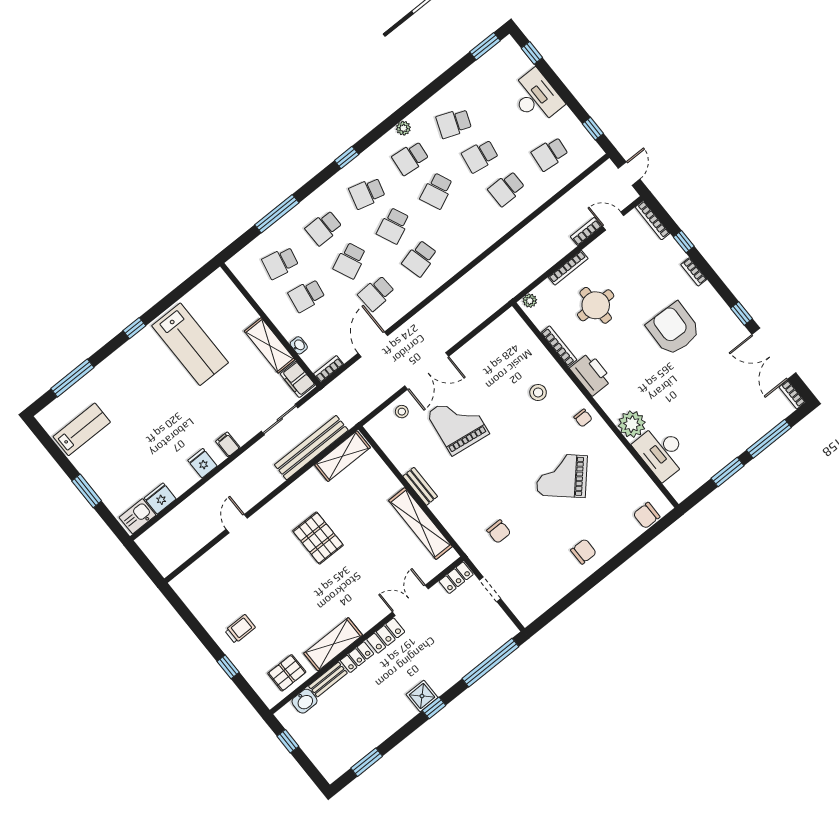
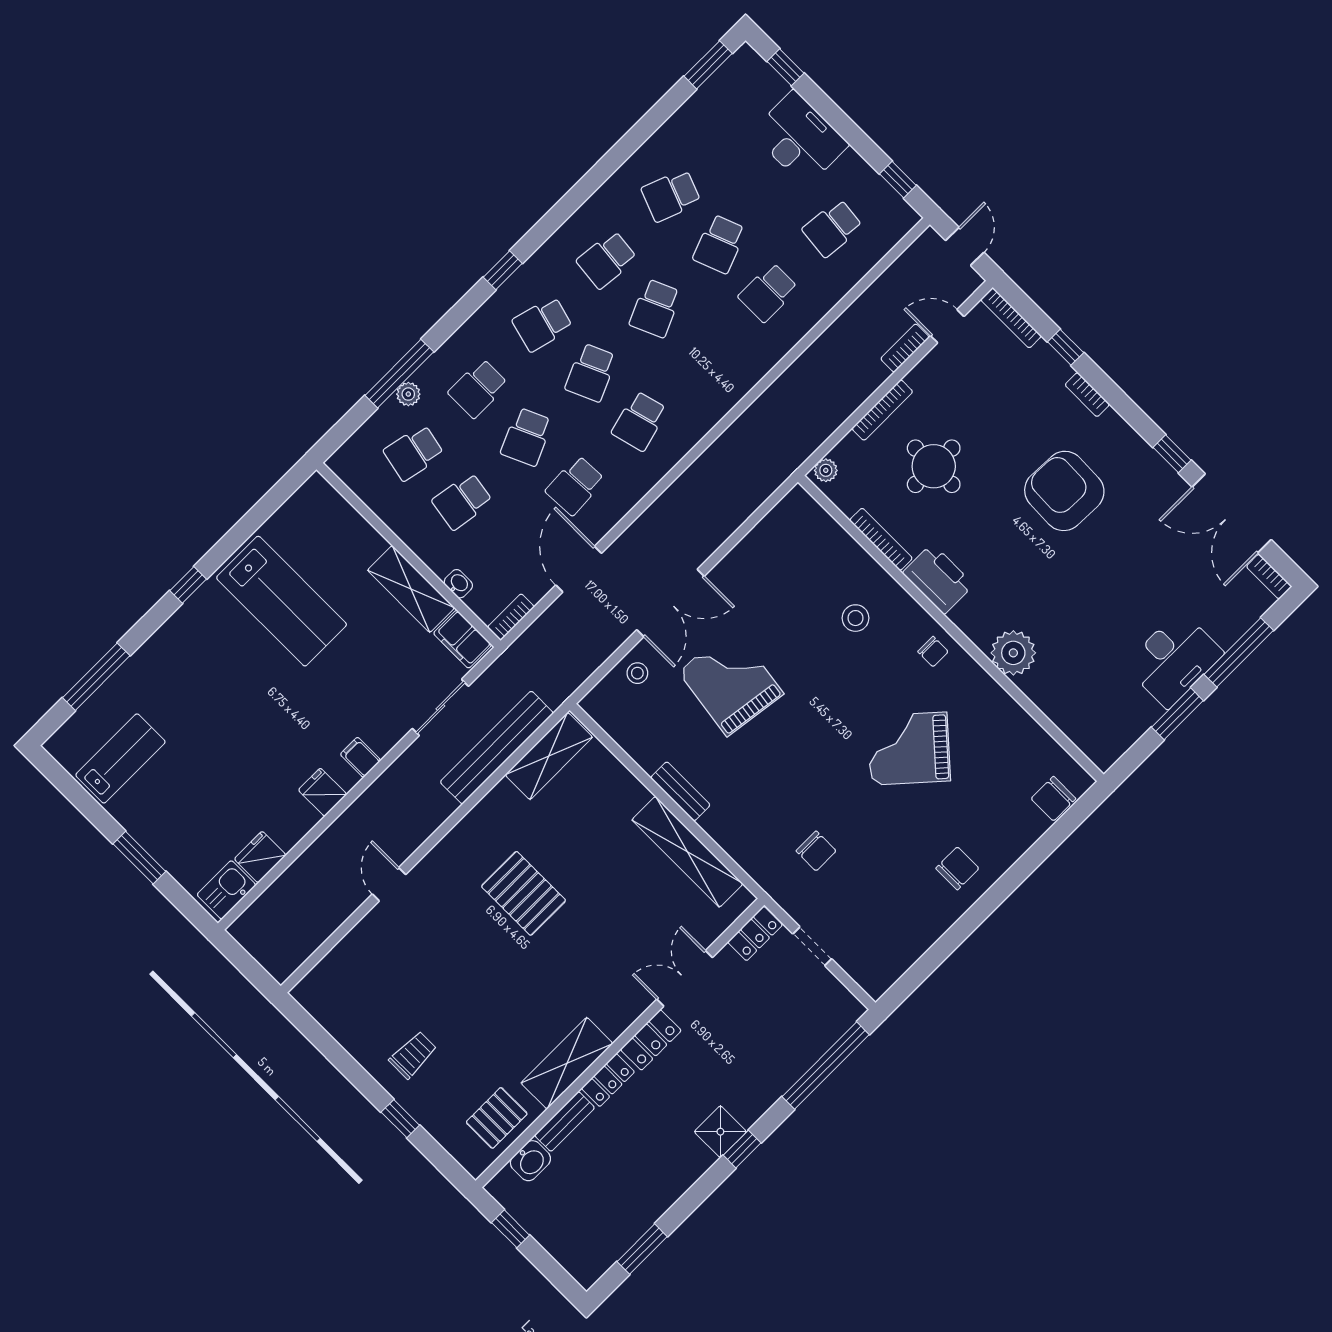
plant: (403, 128) -> (408, 394), moved
school desk: (480, 156) -> (720, 244), turned -30
desk: (662, 452) -> (1174, 659), moved, turned -90

